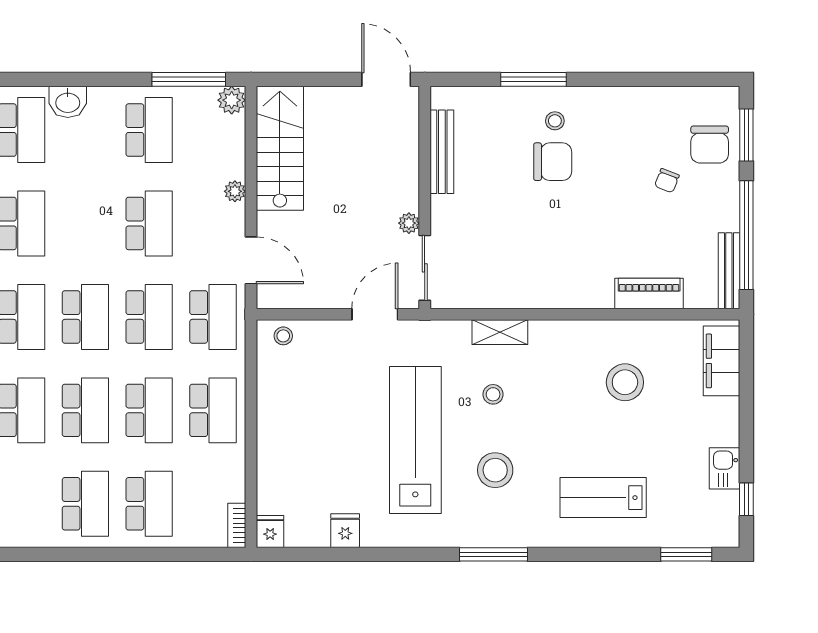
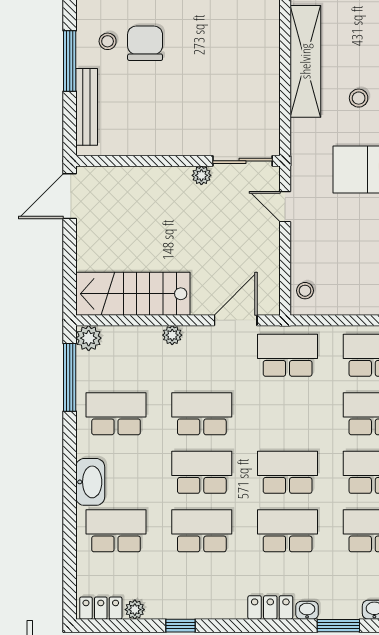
washbasin: (68, 102) -> (90, 482), width x1.38
bench: (442, 152) -> (87, 107), moved, turned 90
door: (375, 314) -> (285, 207), width x0.73
school desk: (149, 317) -> (202, 472), moved
shelving: (500, 332) -> (305, 61), width x2.20, depth x1.33

